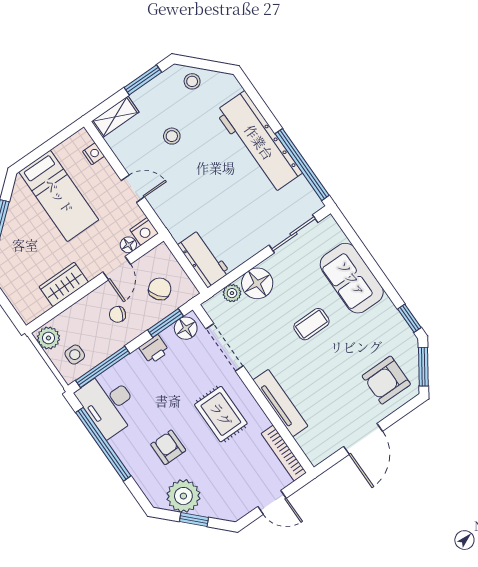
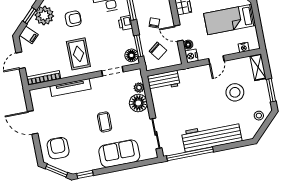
stool: (172, 136) -> (235, 92), width x1.89, depth x1.89
doorway: (225, 347) -> (112, 71), width x0.73
printer: (154, 349) -> (125, 23), moved
rug: (221, 414) -> (78, 54), turned 90
filing cabinet: (226, 507) -> (29, 35), added

